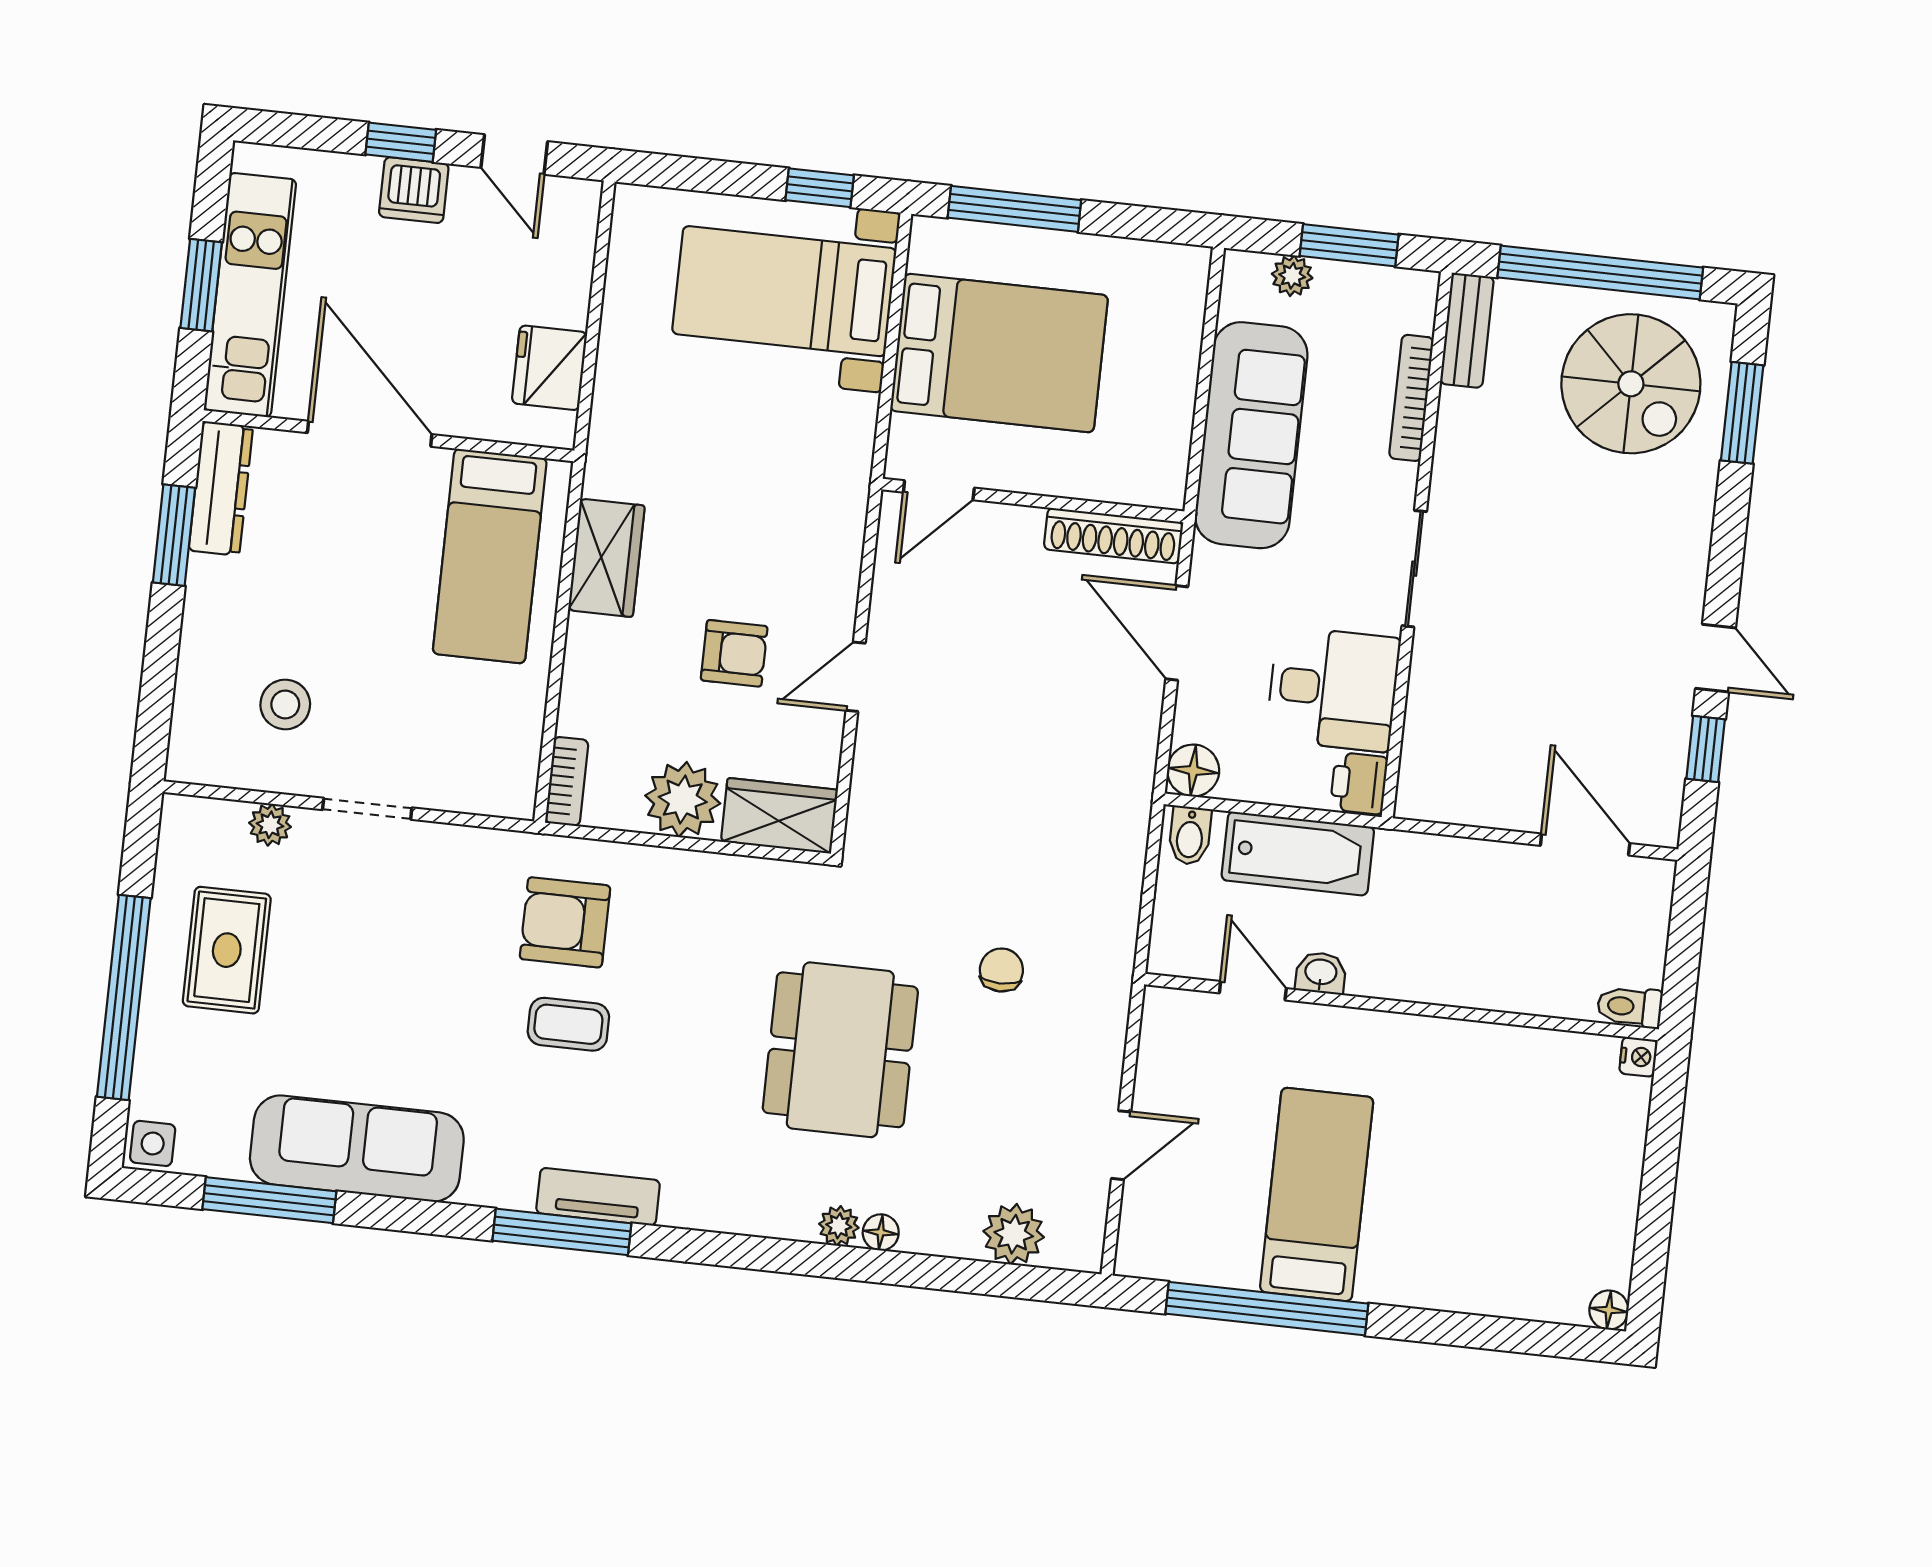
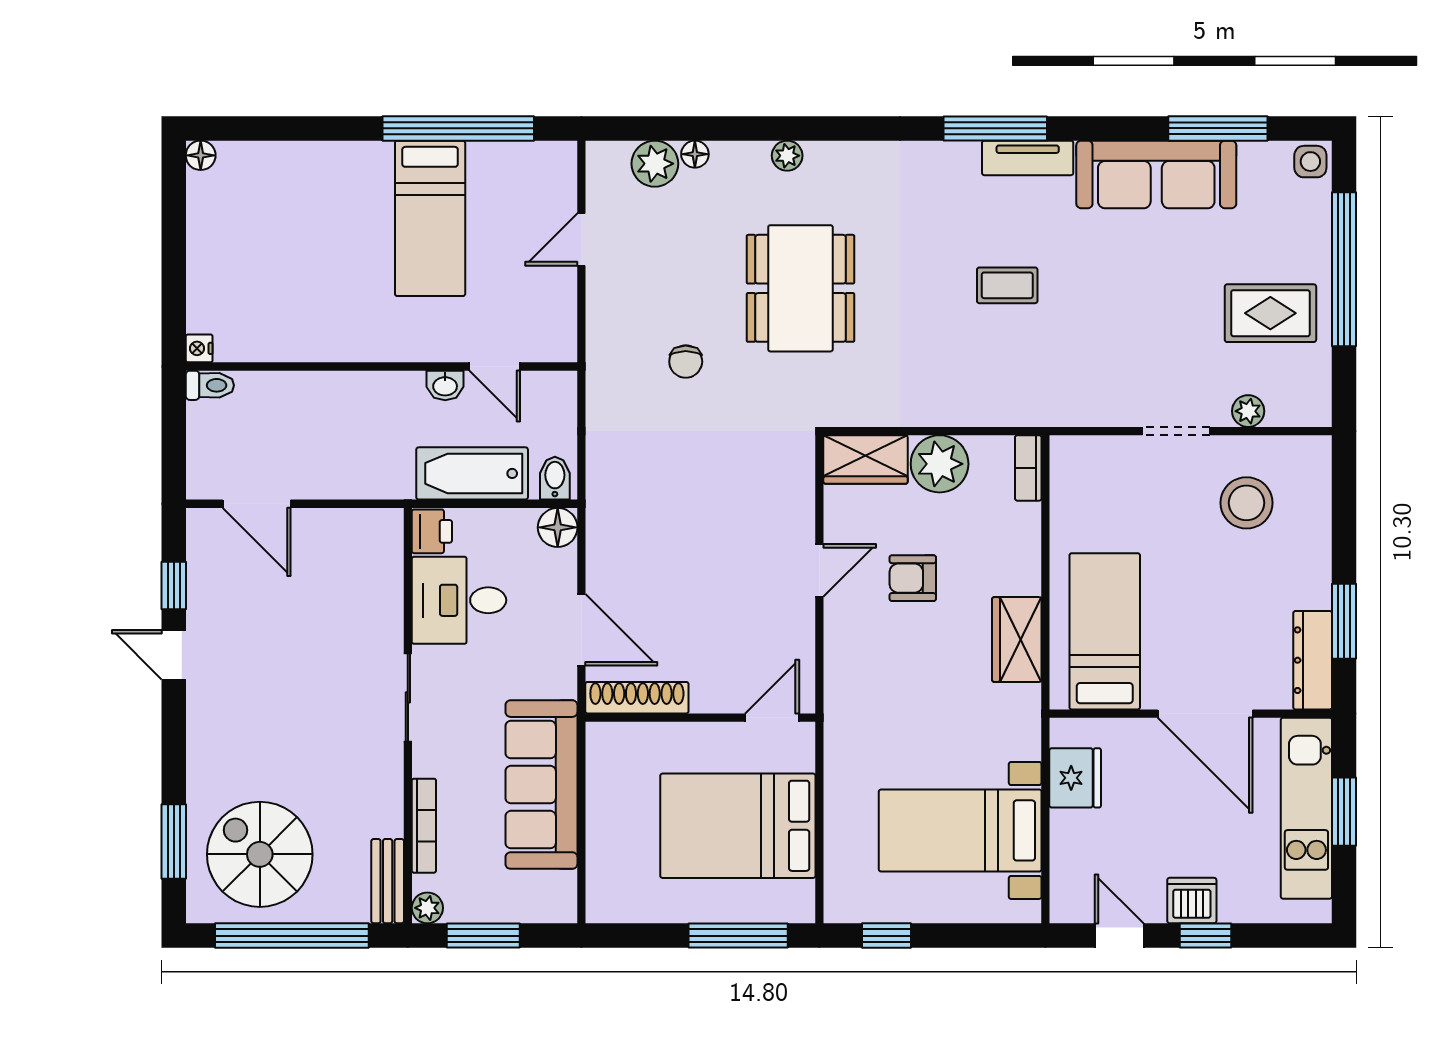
plant: (1292, 276) -> (427, 908), moved
bed with nightstands: (784, 291) -> (960, 830), moved, turned 180
stool: (285, 704) -> (1246, 503), width x1.38, depth x1.38
armchair: (565, 922) -> (1018, 362), removed
rug: (227, 950) -> (1270, 313), turned 90
tv unit: (598, 1197) -> (1028, 158), moved
floor lamp: (881, 1232) -> (695, 154), moved

